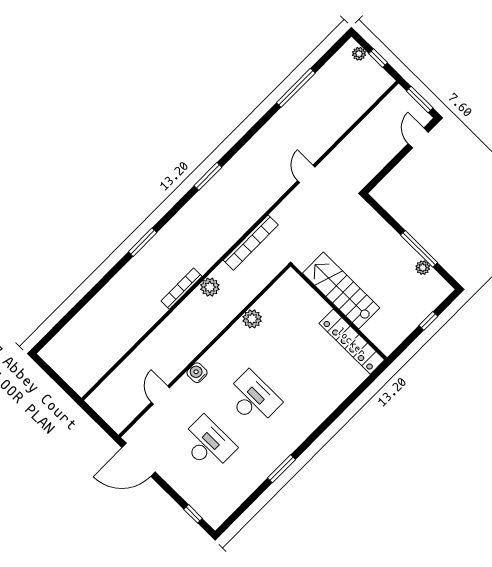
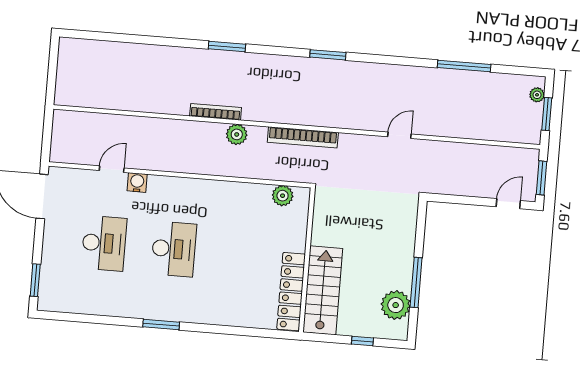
window: (378, 58) -> (547, 114), width x1.50
plant: (423, 268) -> (396, 305), width x1.88, depth x1.88
stairs: (341, 291) -> (323, 290), moved
plant: (252, 319) -> (283, 196), moved
water cooler: (197, 373) -> (137, 182), moved
window: (282, 469) -> (161, 324), moved
window: (193, 514) -> (35, 280), width x1.50

